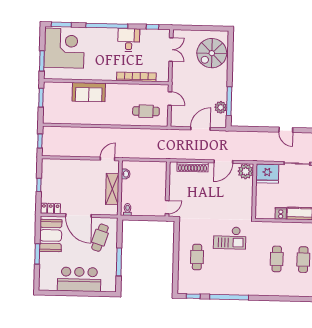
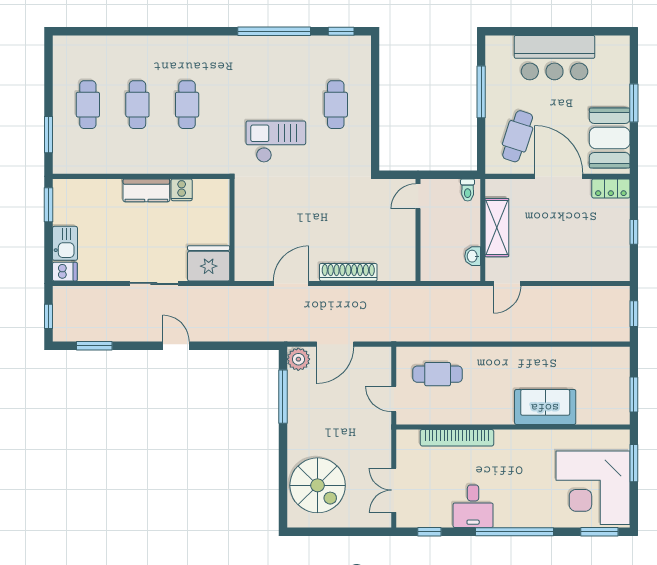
spiral stairs: (212, 53) -> (318, 485), turned 90
plant: (221, 107) -> (298, 359), moved
plant: (246, 171) -> (249, 266), removed
wall: (168, 189) -> (418, 230), moved
door: (167, 207) -> (418, 196), moved

